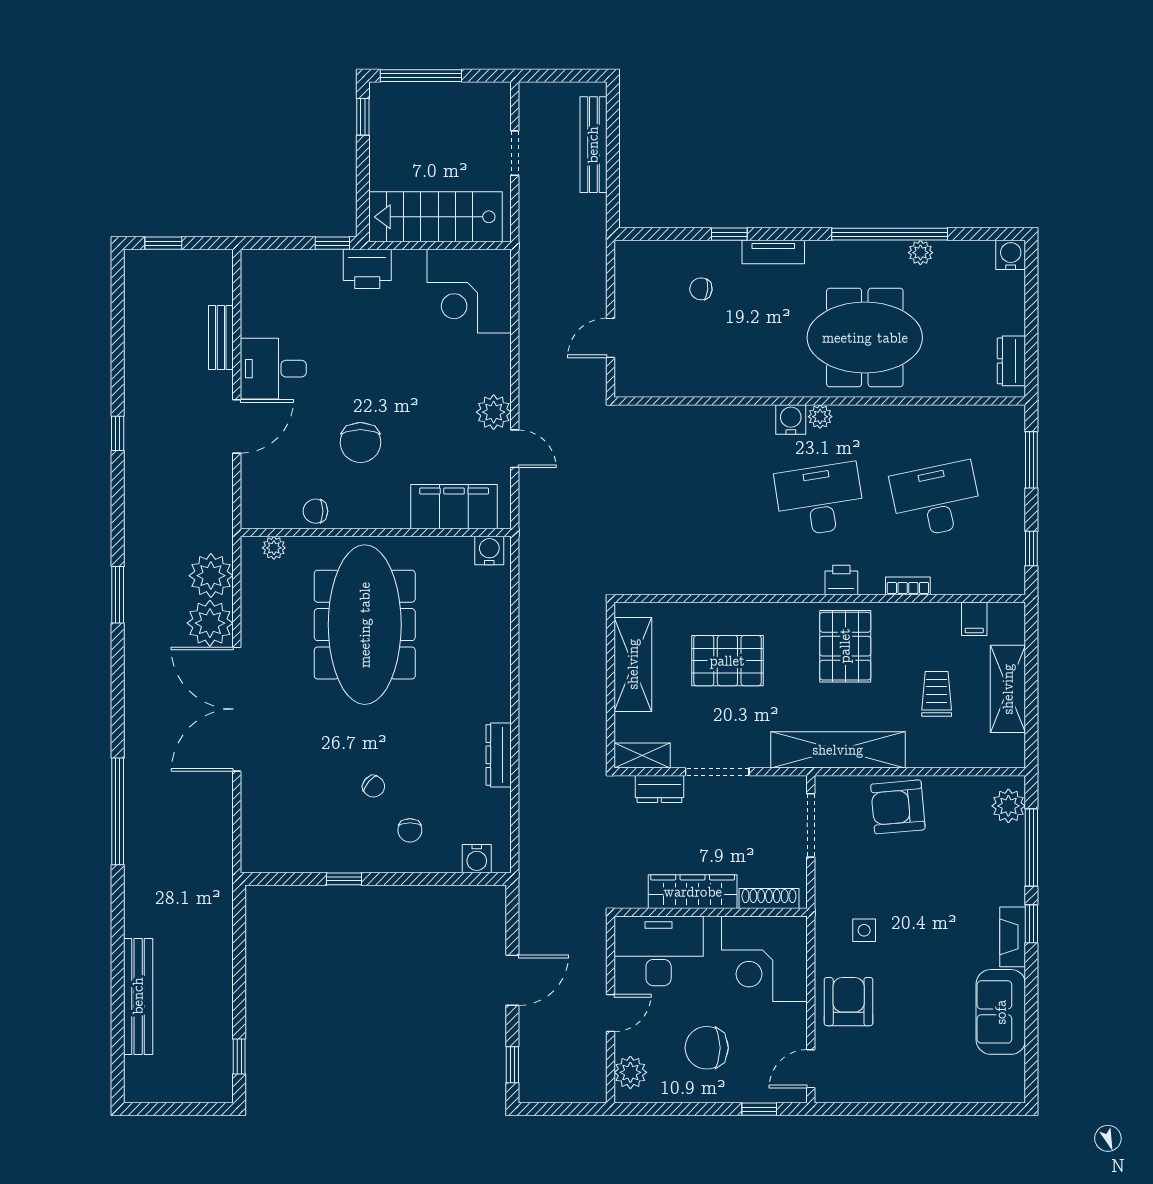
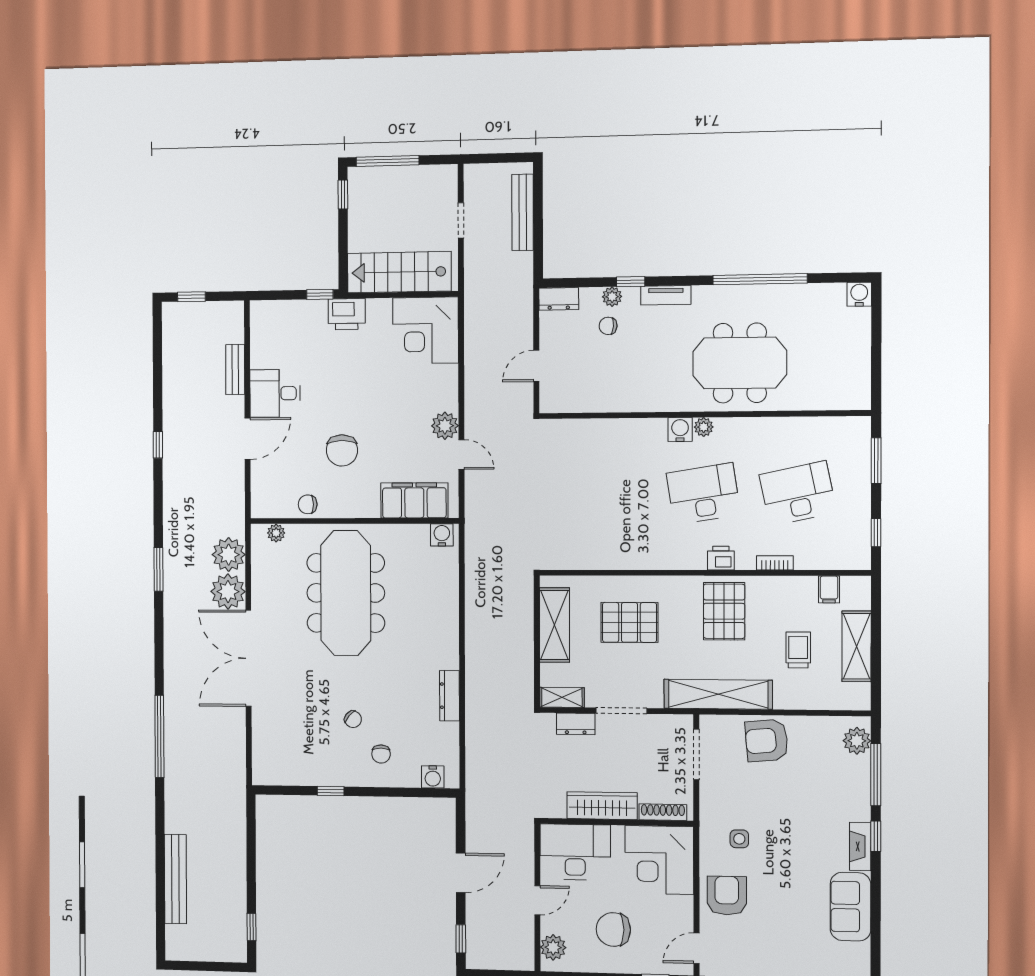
plant: (920, 253) -> (612, 297), moved
dresser: (1011, 361) -> (559, 299), moved, turned -90

